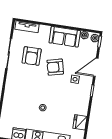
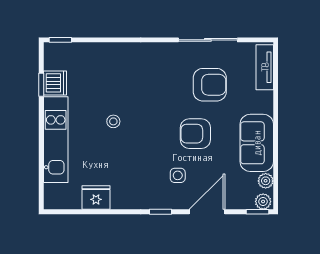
armchair: (32, 56) -> (210, 85), turned 180
armchair: (55, 67) -> (195, 134), turned -76
door: (96, 67) -> (207, 212), hinge flipped

